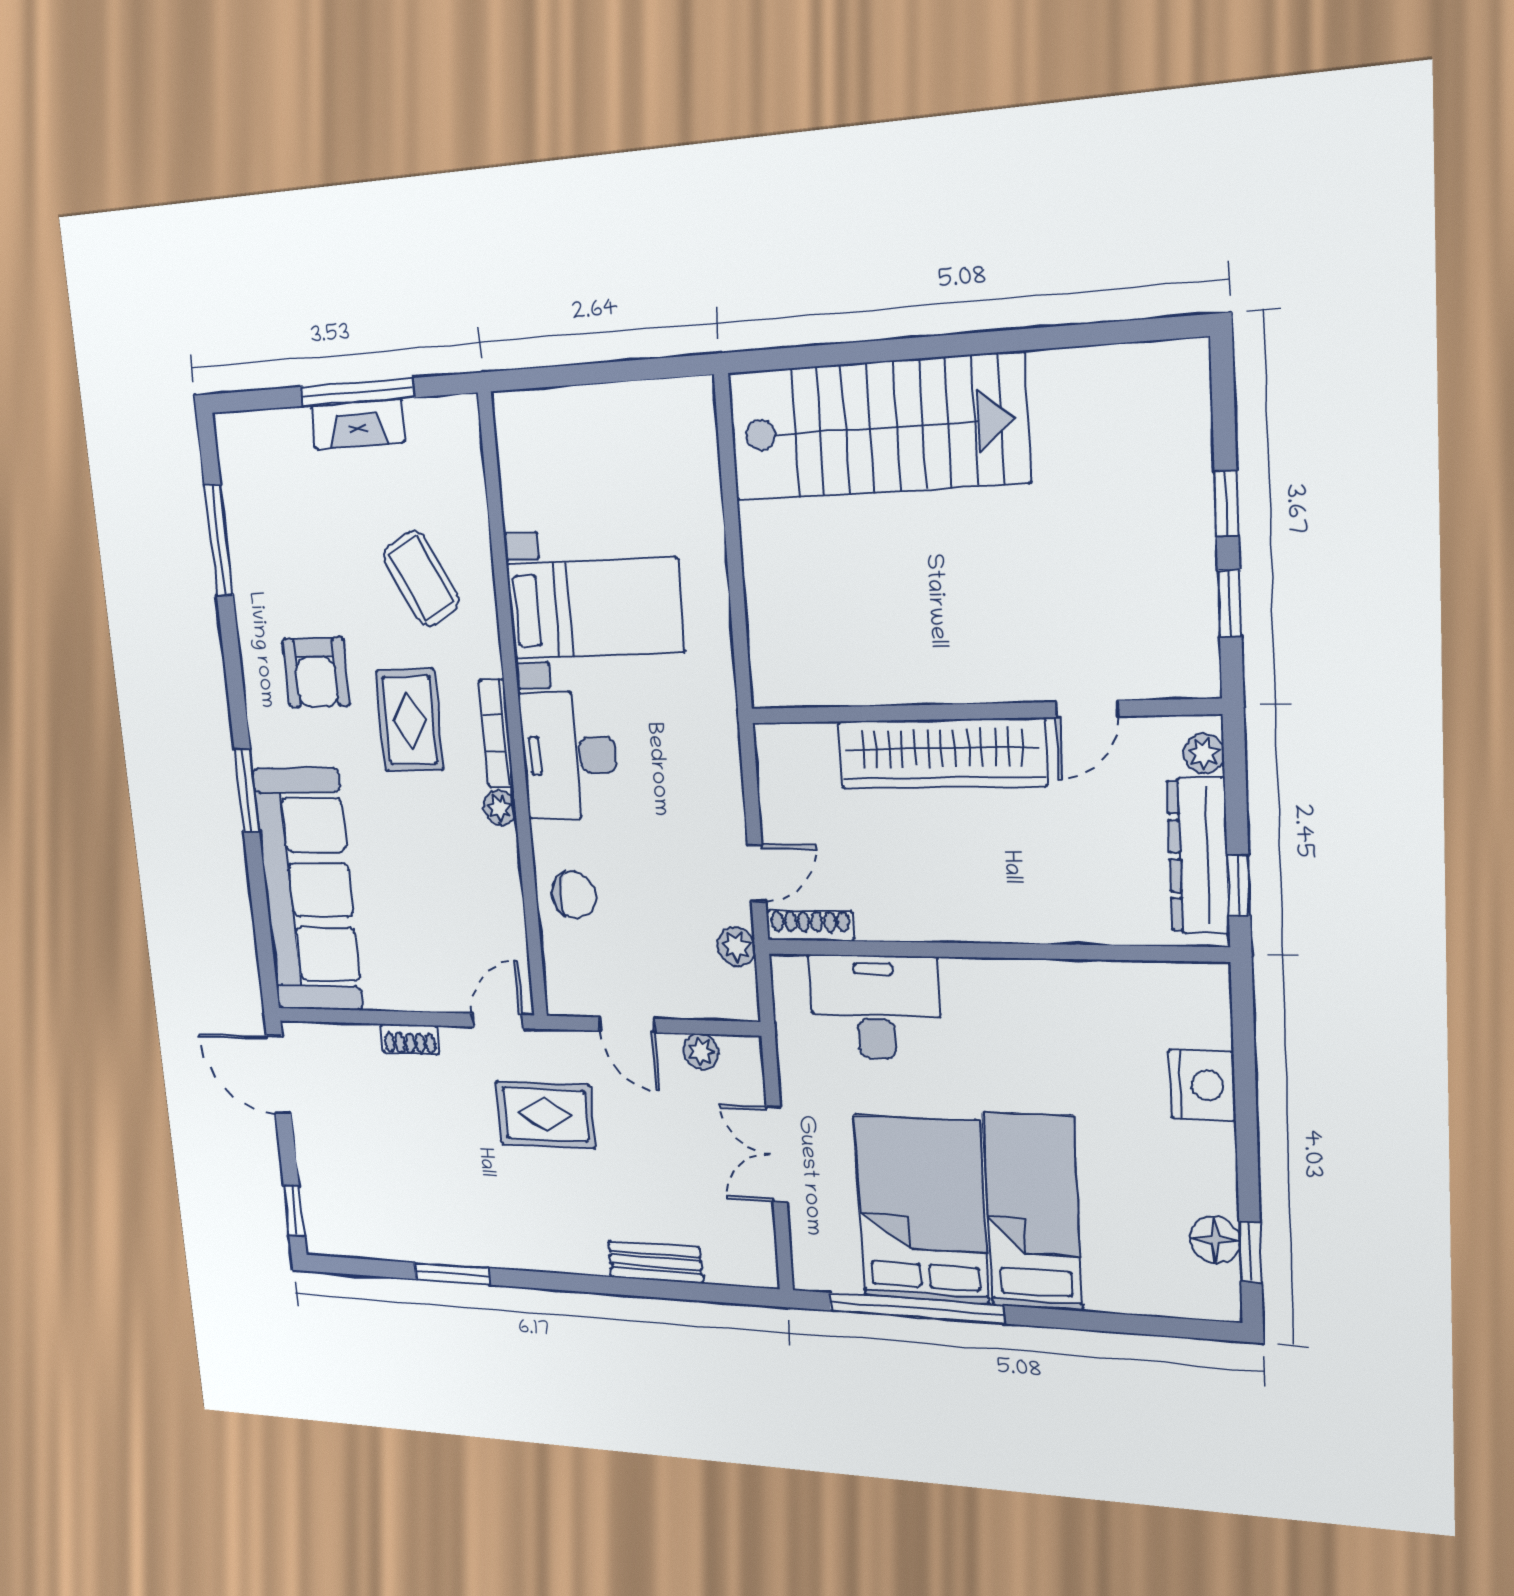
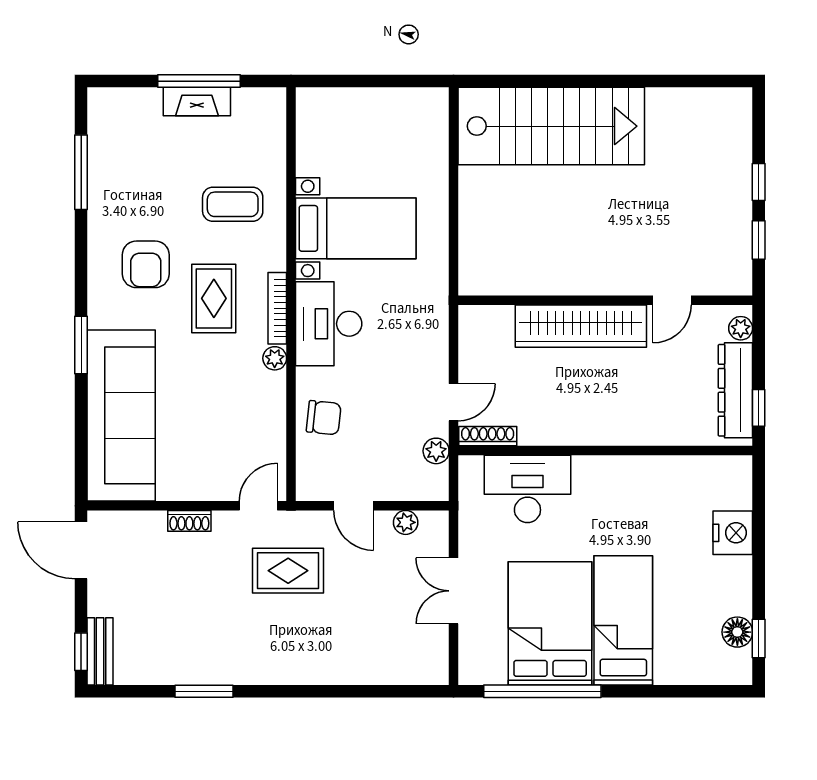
coffee table: (421, 578) -> (233, 204), turned -62
bench: (655, 1262) -> (100, 651), moved, turned 90

